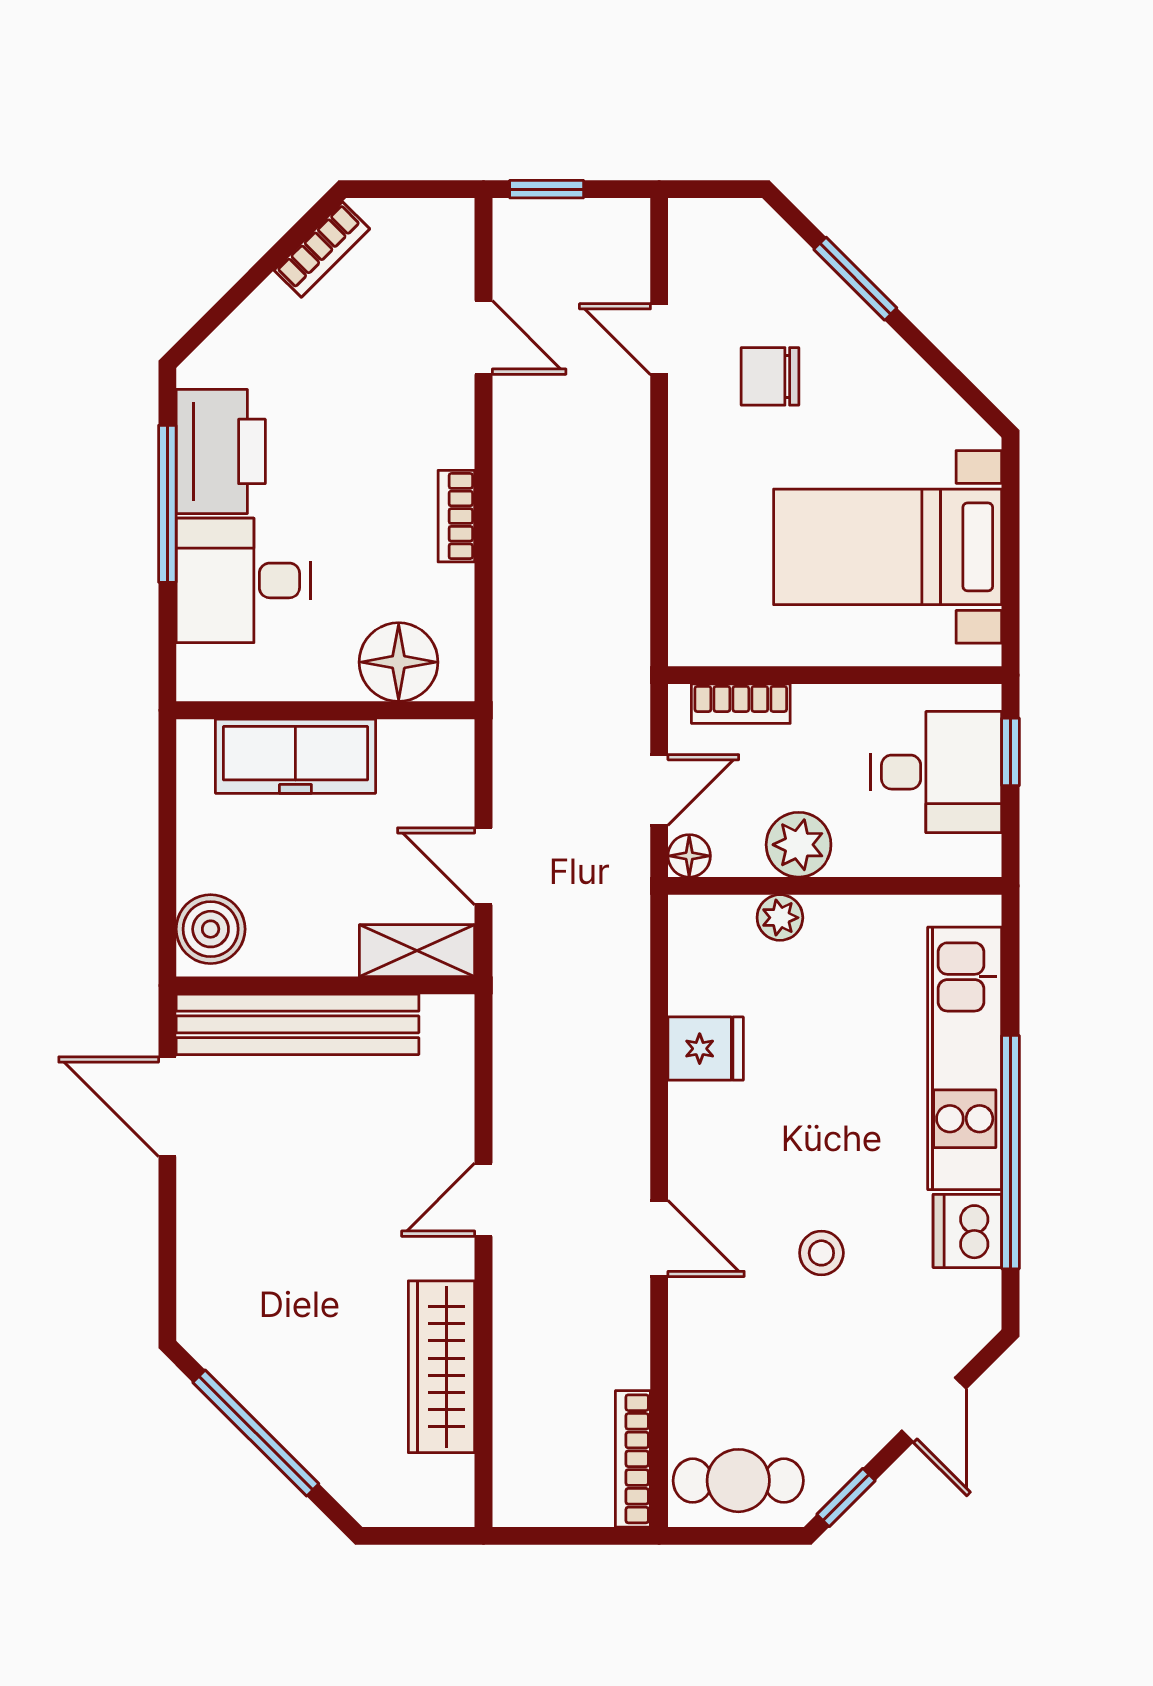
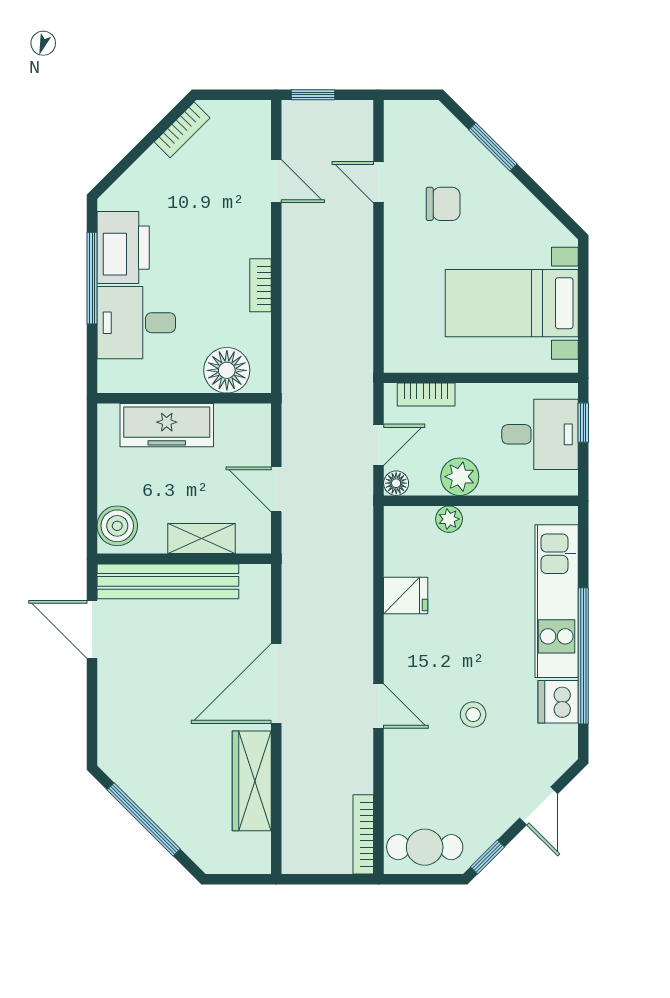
chair: (770, 376) -> (443, 204), turned 180
shelving: (417, 951) -> (201, 538), moved
door: (484, 1200) -> (276, 684), width x1.88

